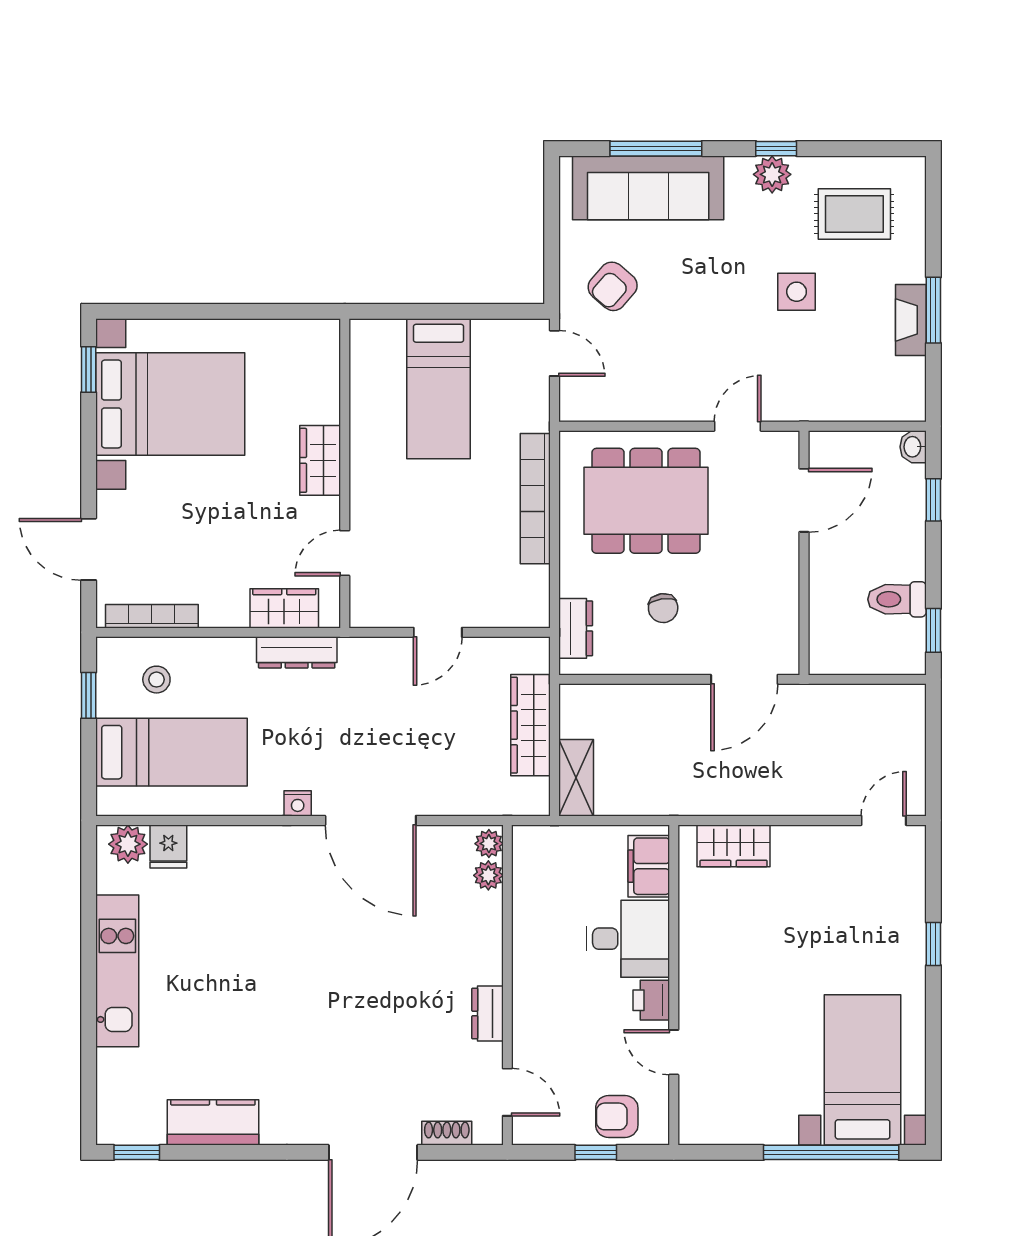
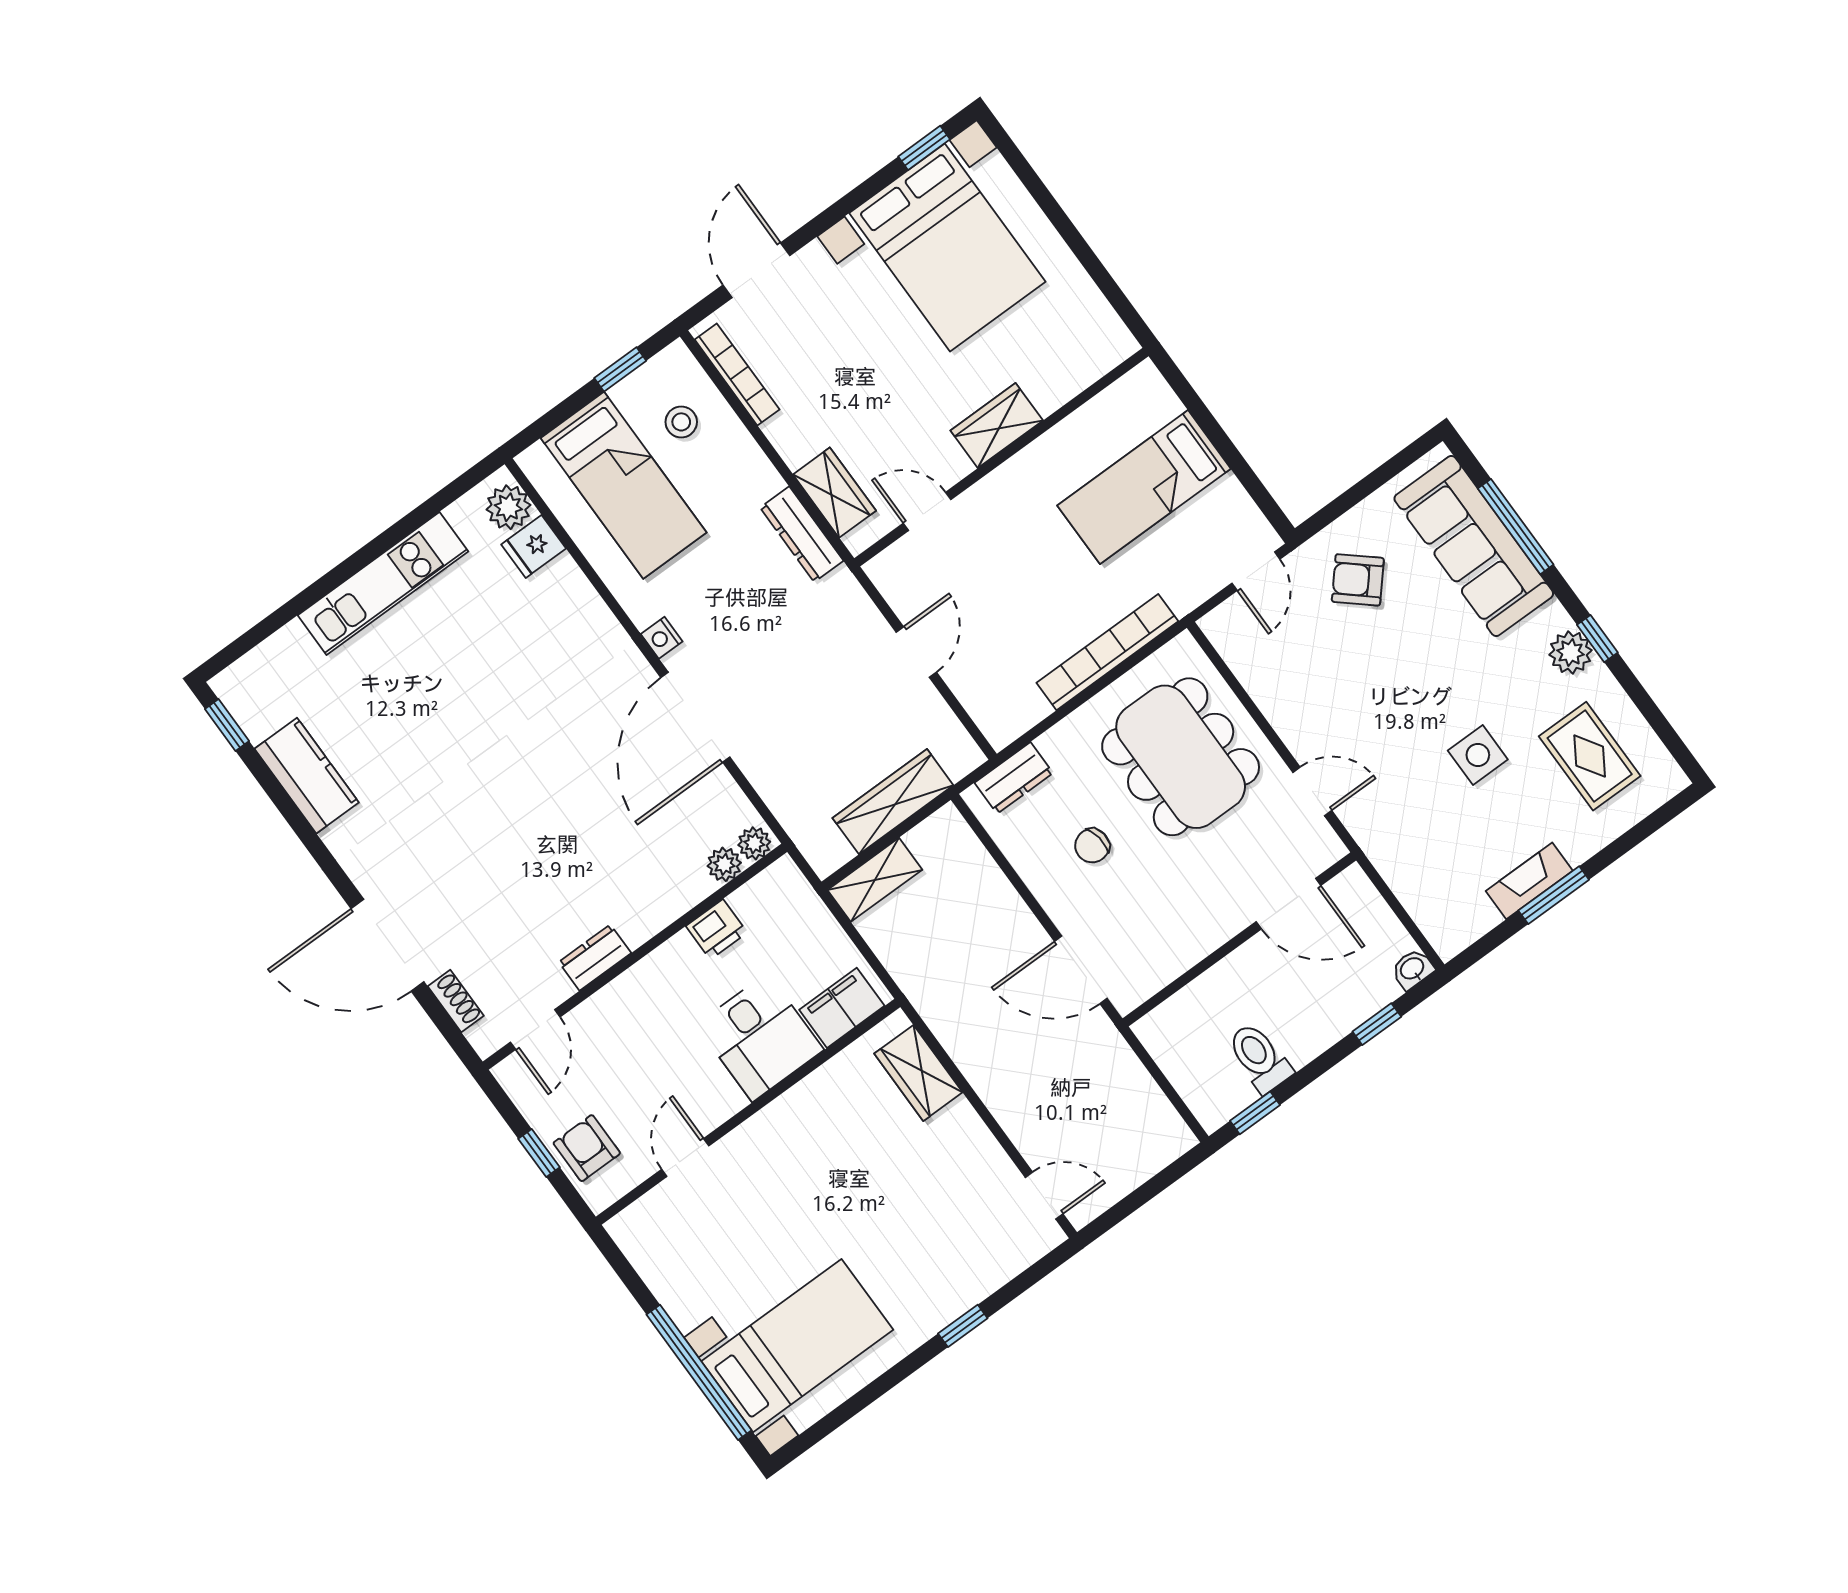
door: (438, 632) -> (916, 652), swing flipped
printer: (651, 1000) -> (717, 929), moved, turned 180

